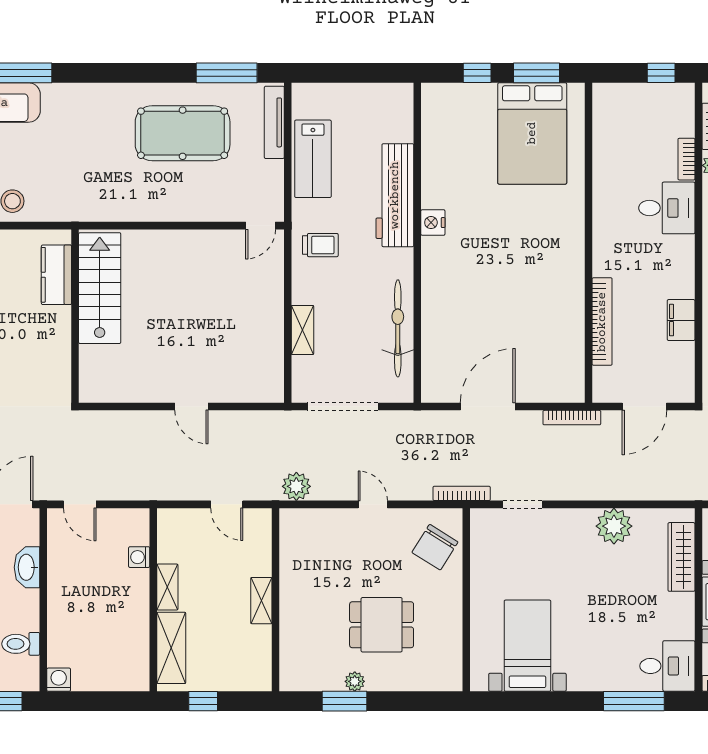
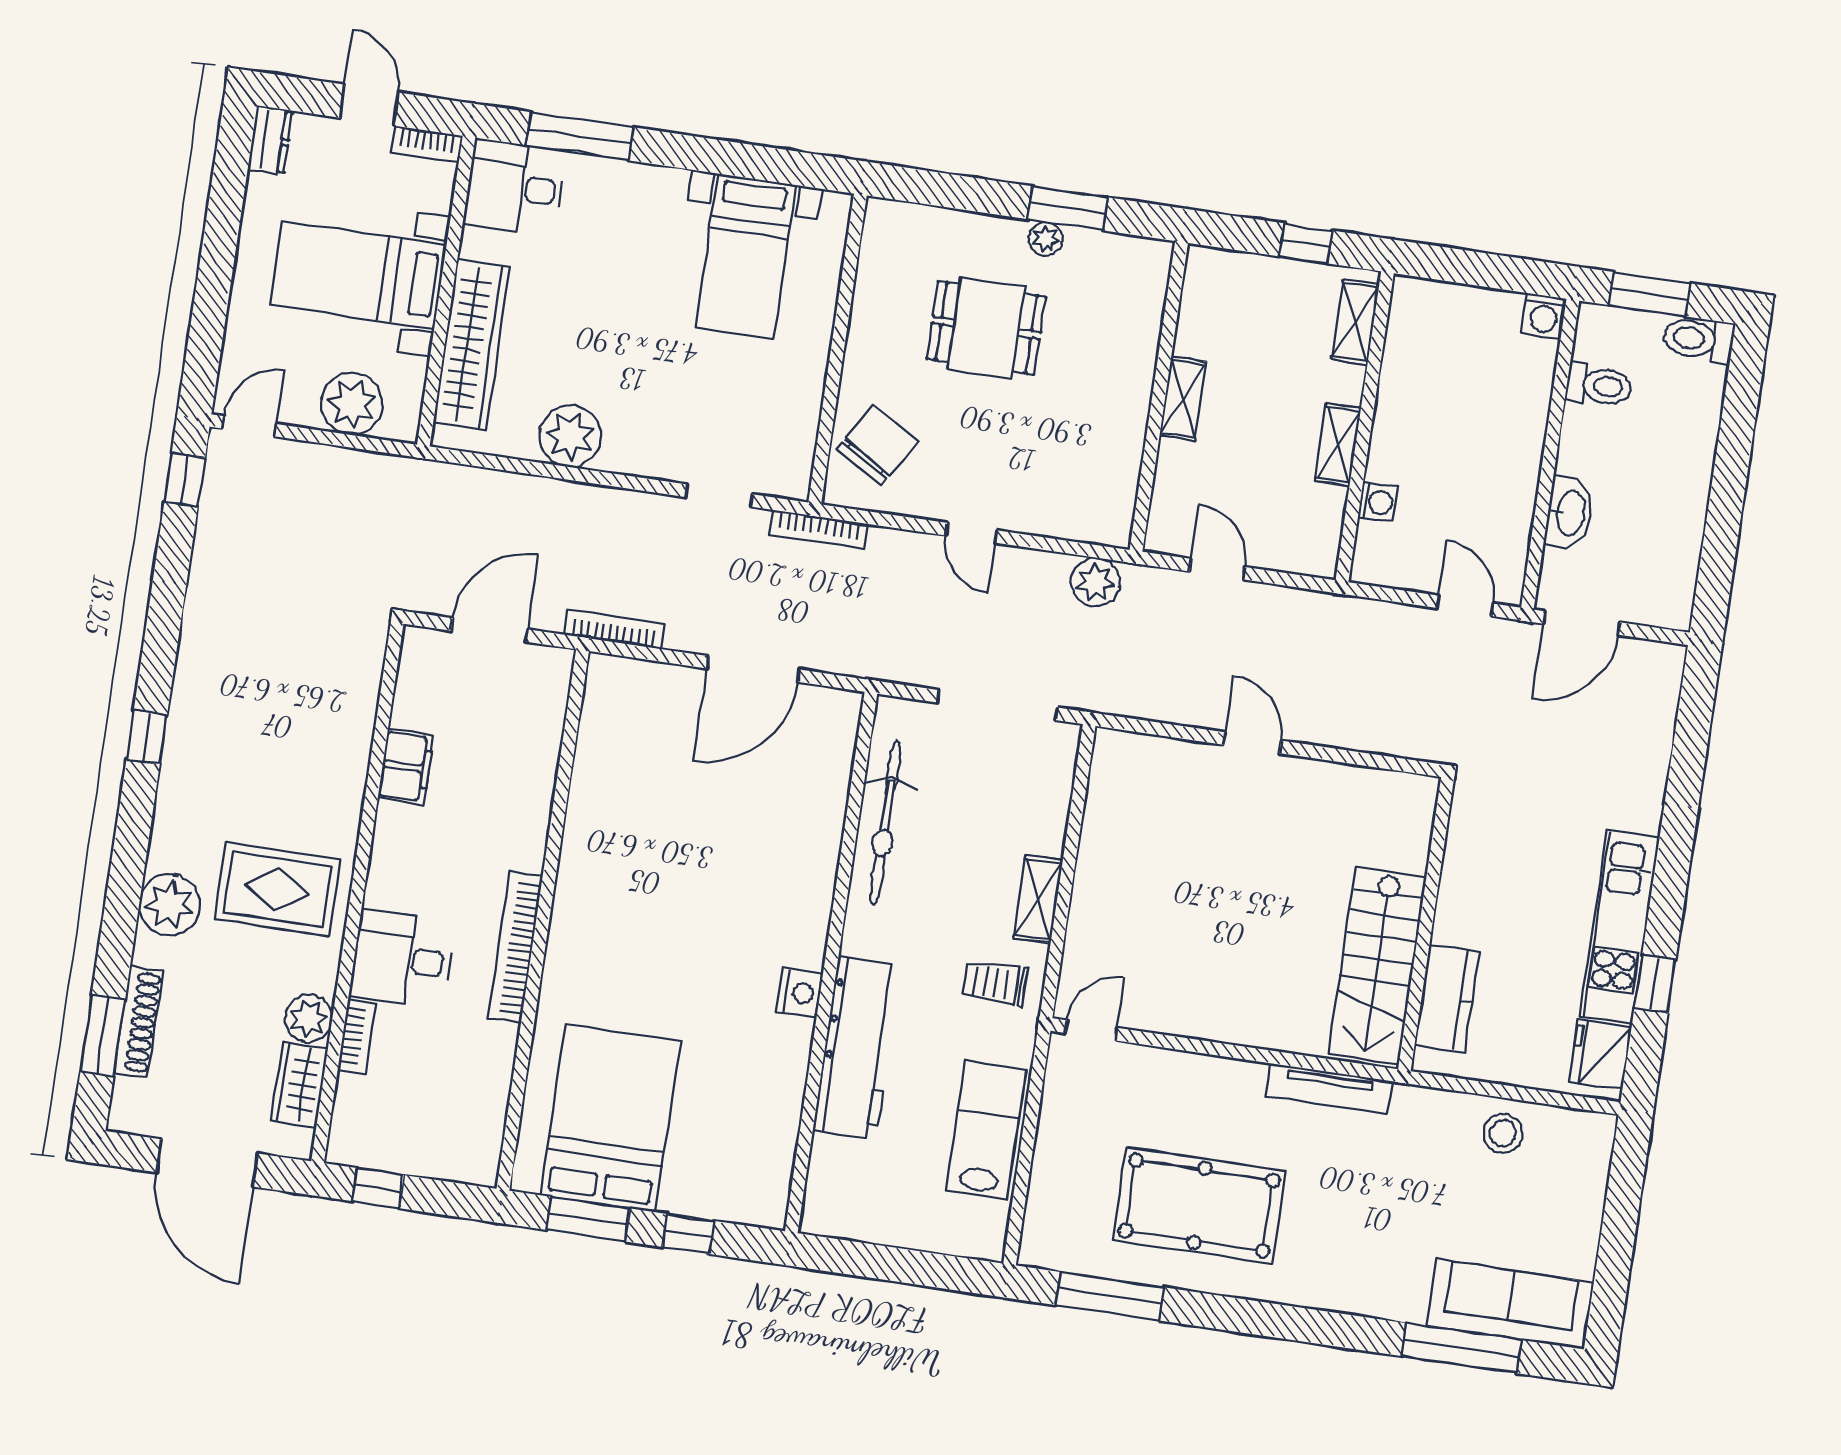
tv unit: (274, 122) -> (1329, 1089), moved, turned 90
bookcase: (602, 322) -> (515, 947), moved
shelving: (303, 330) -> (1038, 899), moved
wardrobe: (681, 557) -> (471, 345), width x1.40, depth x1.17
shelving: (171, 648) -> (1355, 322), width x0.67, depth x0.75

